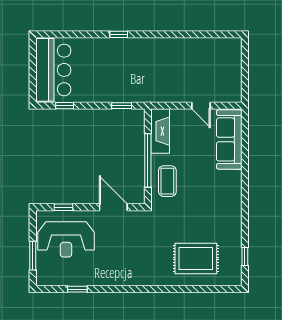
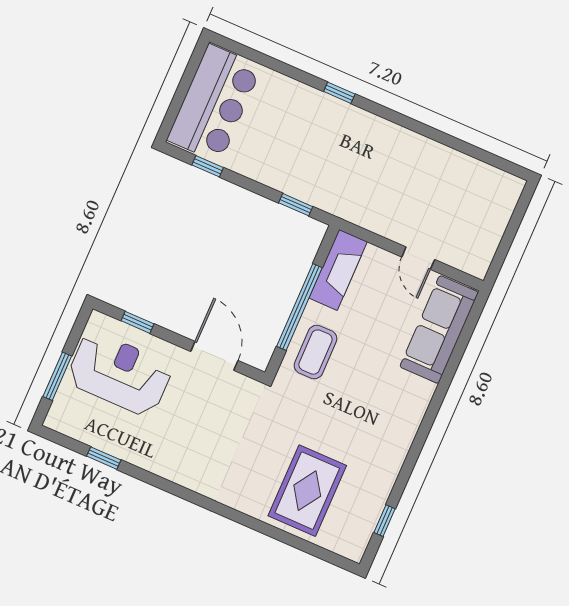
reception desk: (66, 239) -> (120, 374), turned 180
rug: (196, 258) -> (307, 491), turned 90

